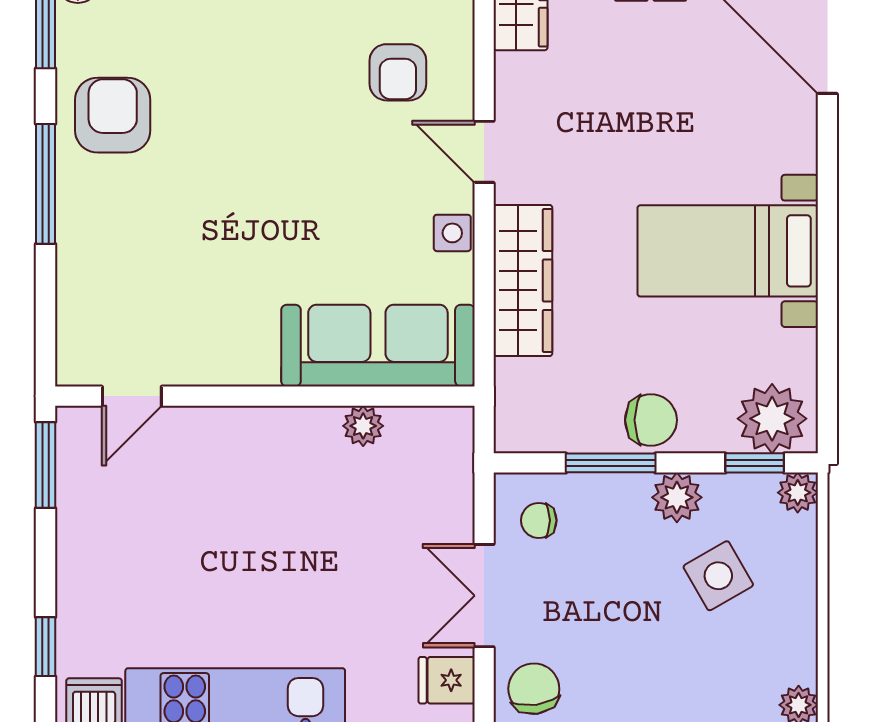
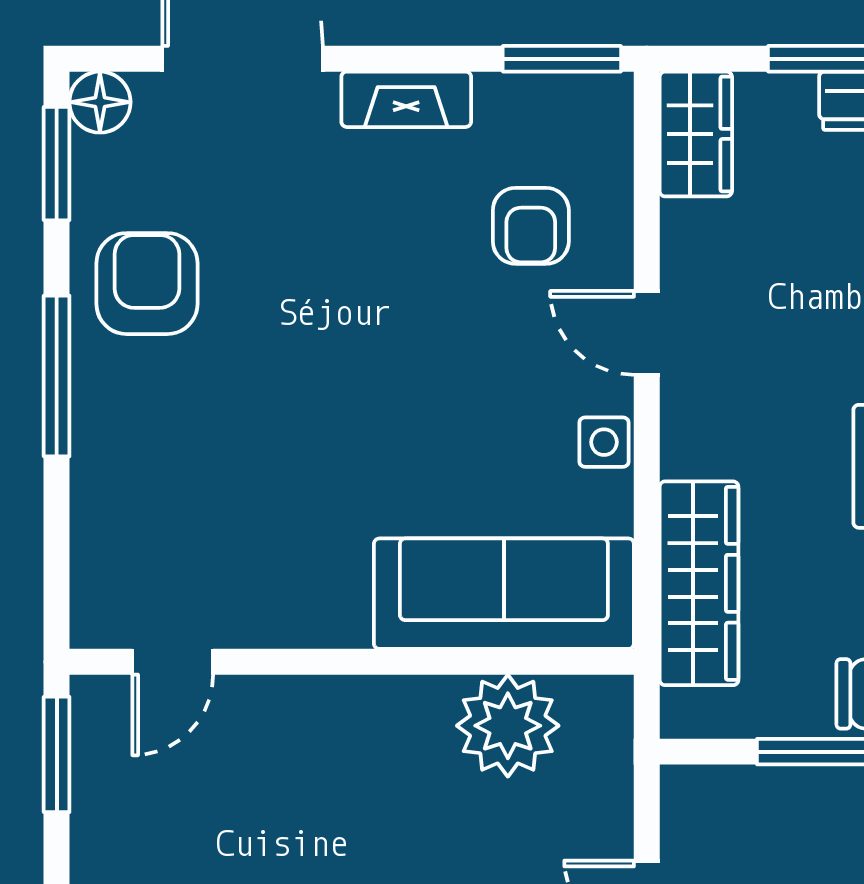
wardrobe: (523, 281) -> (699, 583), moved
plant: (363, 426) -> (508, 726), width x1.88, depth x1.88
chair: (539, 520) -> (720, 829), removed

